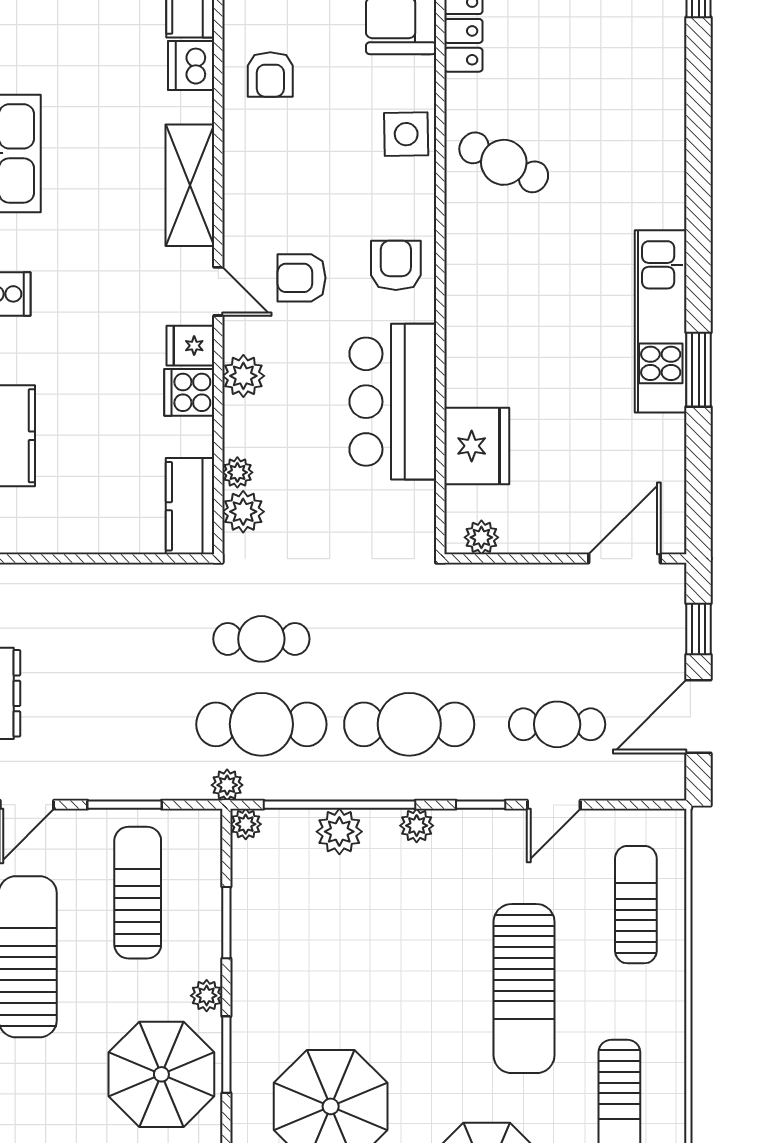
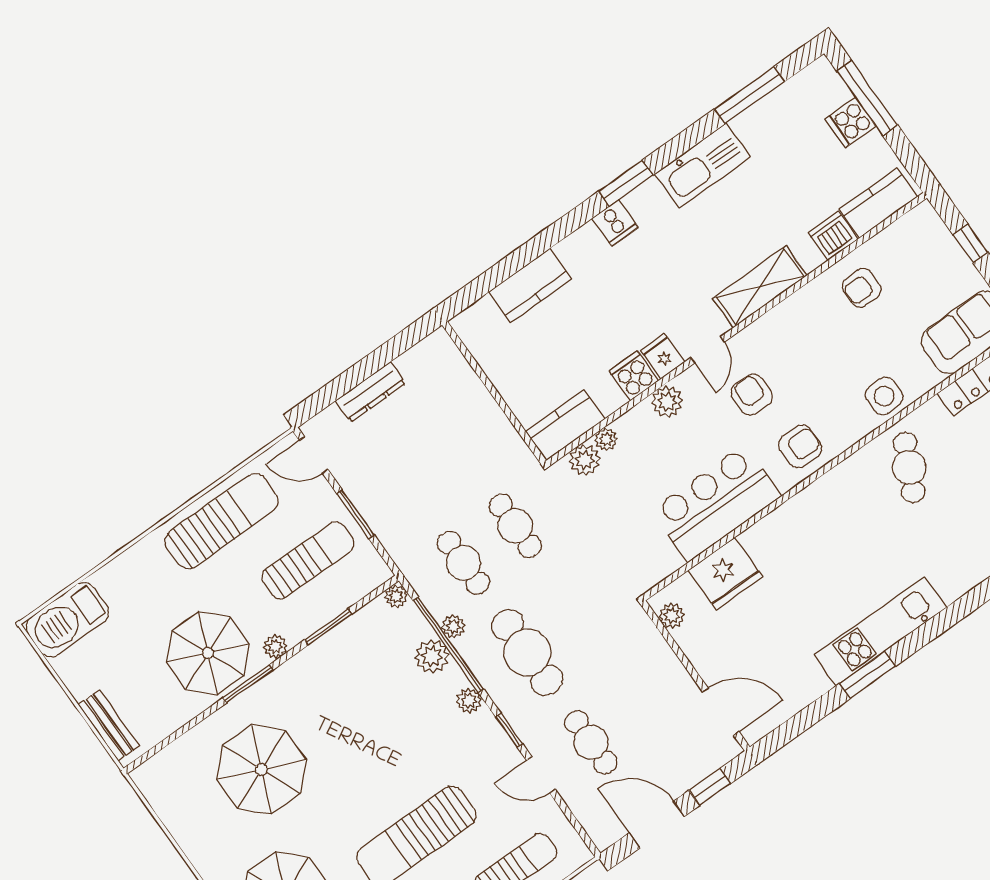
cafe table: (261, 724) -> (463, 563), width x0.73, depth x0.74
plant: (227, 785) -> (453, 626), moved

